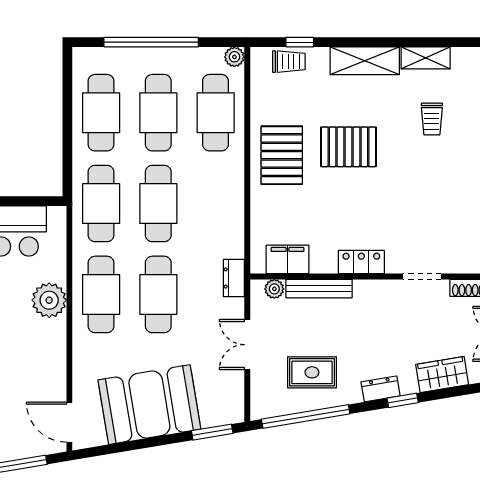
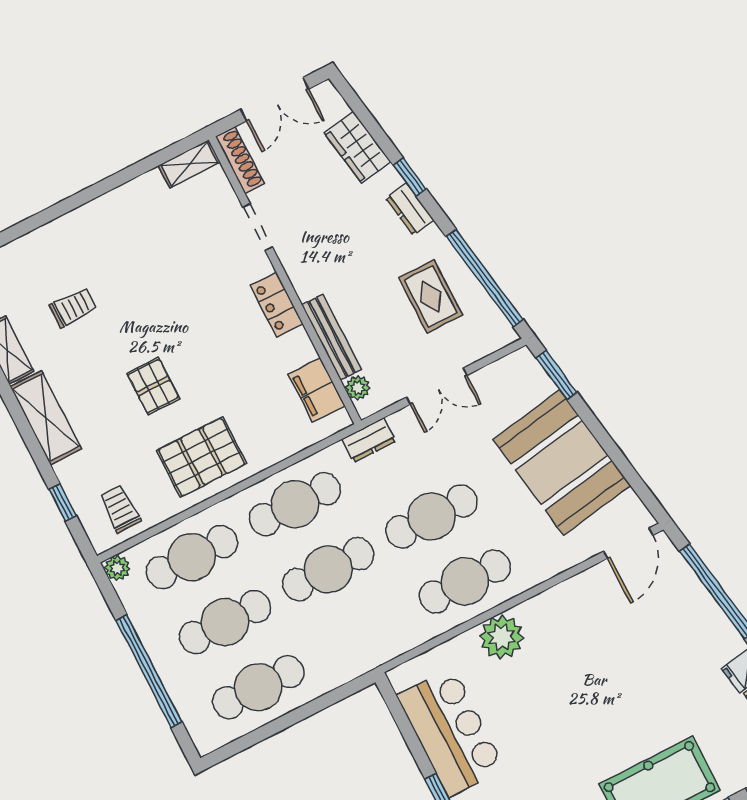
trolley: (289, 62) -> (120, 509), moved
pallet: (348, 147) -> (153, 386), width x0.67, depth x0.71
cafe table: (101, 204) -> (295, 504), moved

